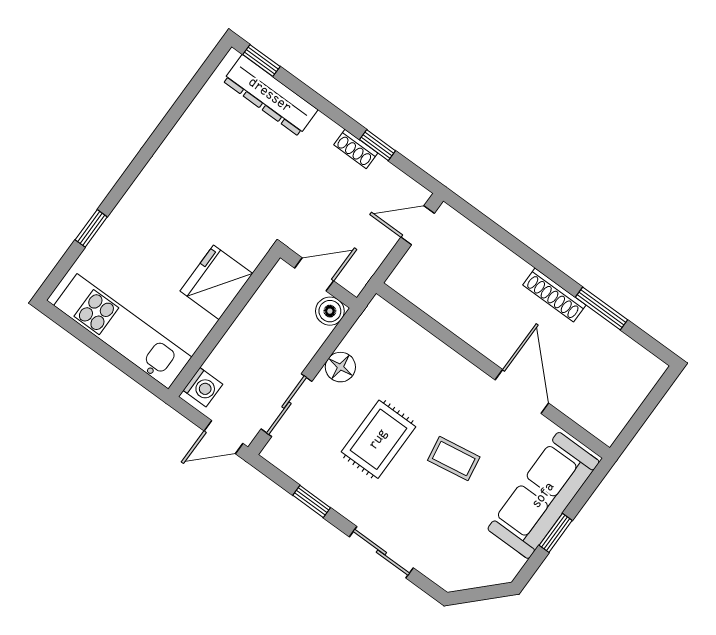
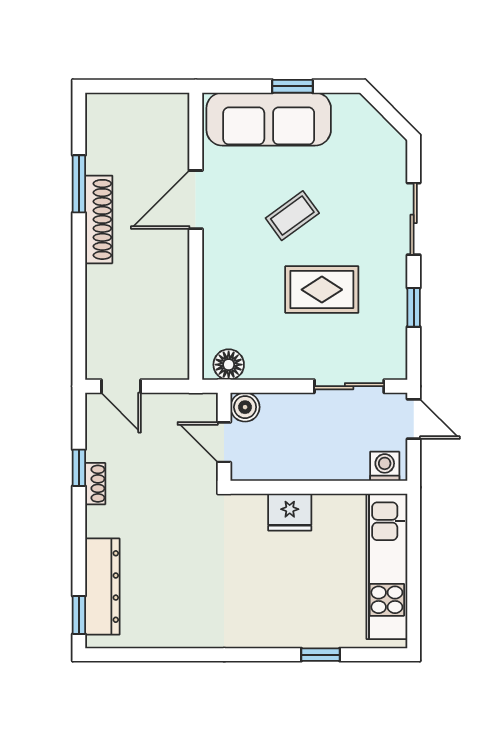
fridge: (216, 282) -> (290, 512), width x0.73, depth x0.75
shoe rack: (554, 295) -> (99, 219), width x1.36, depth x1.24
floor lamp: (340, 367) -> (229, 365), moved
coffee table: (454, 459) -> (292, 216), turned 63

